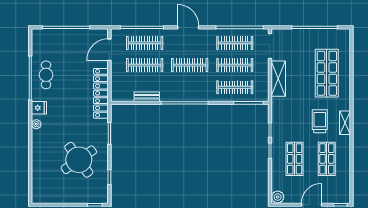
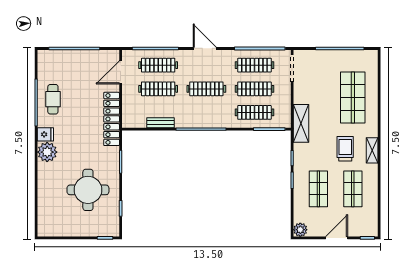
shelving: (278, 79) -> (301, 123), moved
plant: (36, 124) -> (47, 152), width x1.88, depth x1.88
round table: (79, 160) -> (88, 190), turned 35

